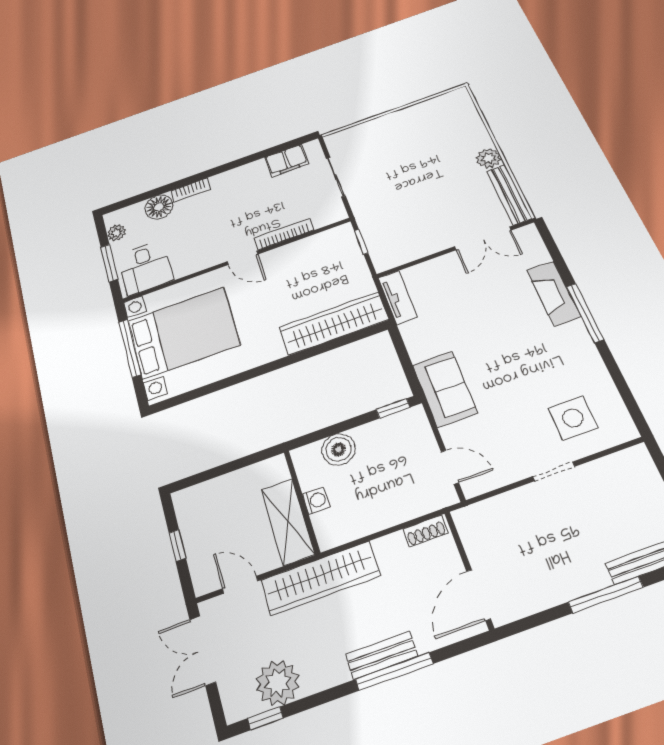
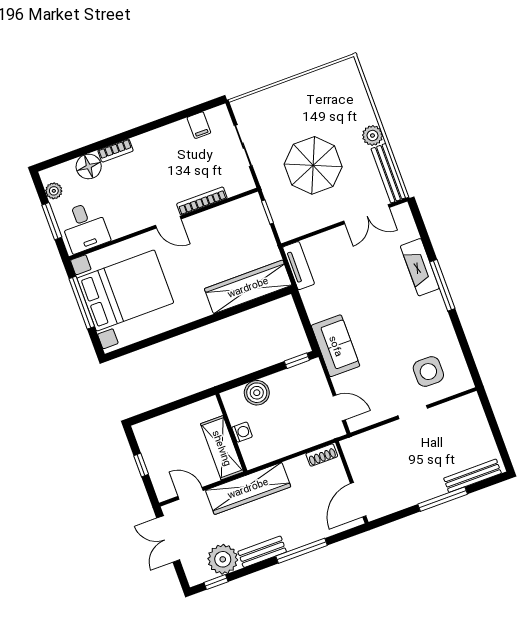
filing cabinet: (287, 161) -> (199, 125), width x0.50
parasol: (417, 192) -> (313, 165), added
bench: (382, 655) -> (262, 552), moved

